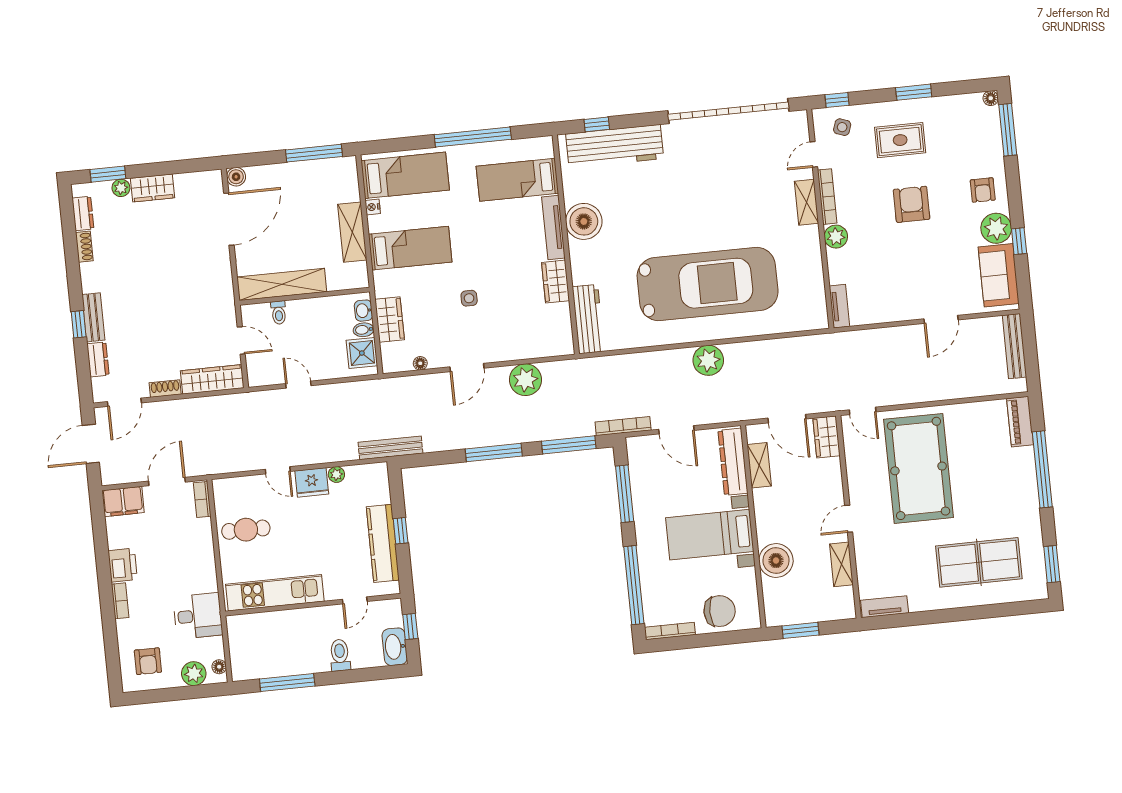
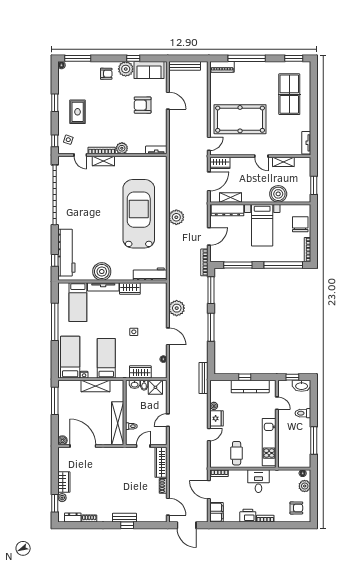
armchair: (912, 204) -> (143, 105), moved
dresser: (98, 360) -> (145, 517), removed
desk: (198, 616) -> (258, 481), moved

